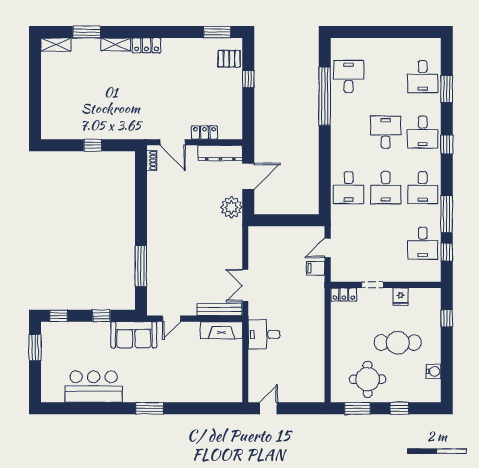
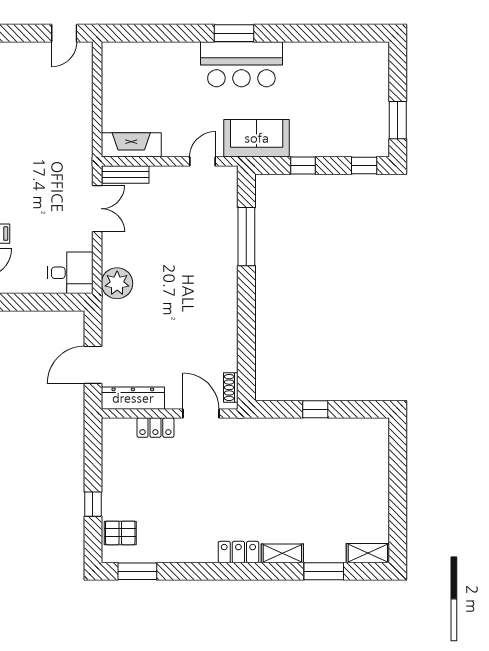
plant: (231, 207) -> (117, 283), moved
bench: (219, 309) -> (126, 174), width x0.73
desk: (264, 335) -> (70, 273), moved
bar counter: (94, 387) -> (241, 64), moved

